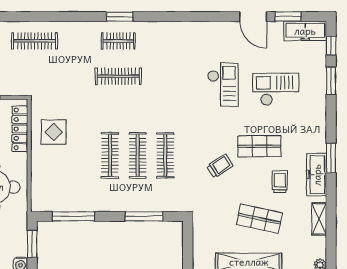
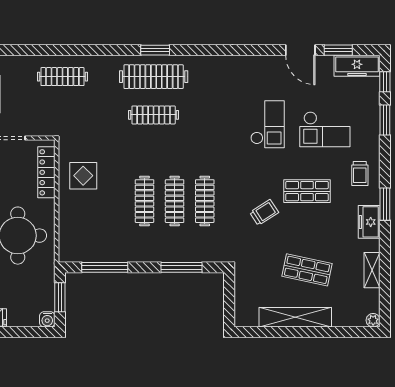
clothes rail: (118, 41) -> (154, 77), width x1.86, depth x1.31
checkout: (276, 89) -> (325, 129), turned 180
freezer: (317, 175) -> (369, 222), width x0.71
trolley: (280, 182) -> (360, 174), moved, turned 180

